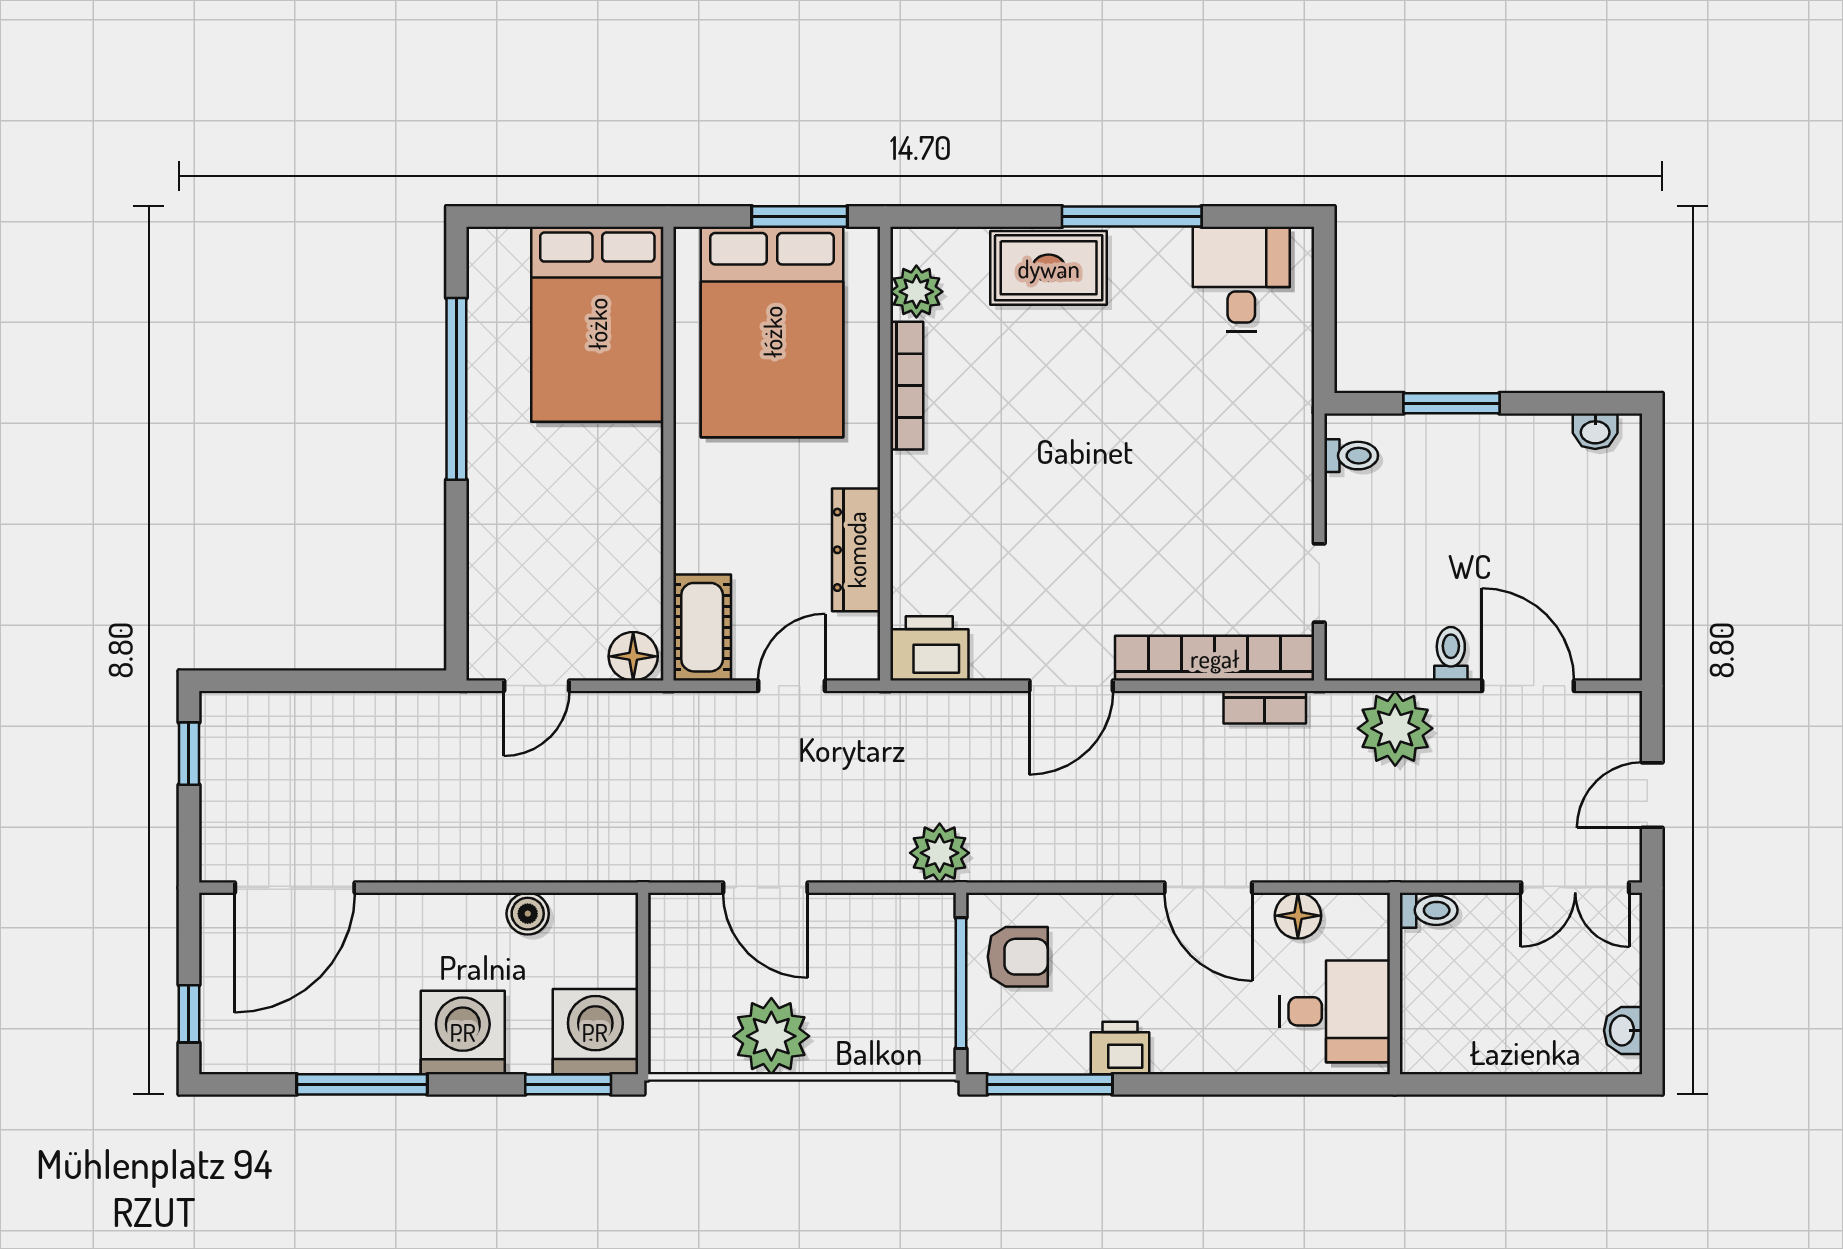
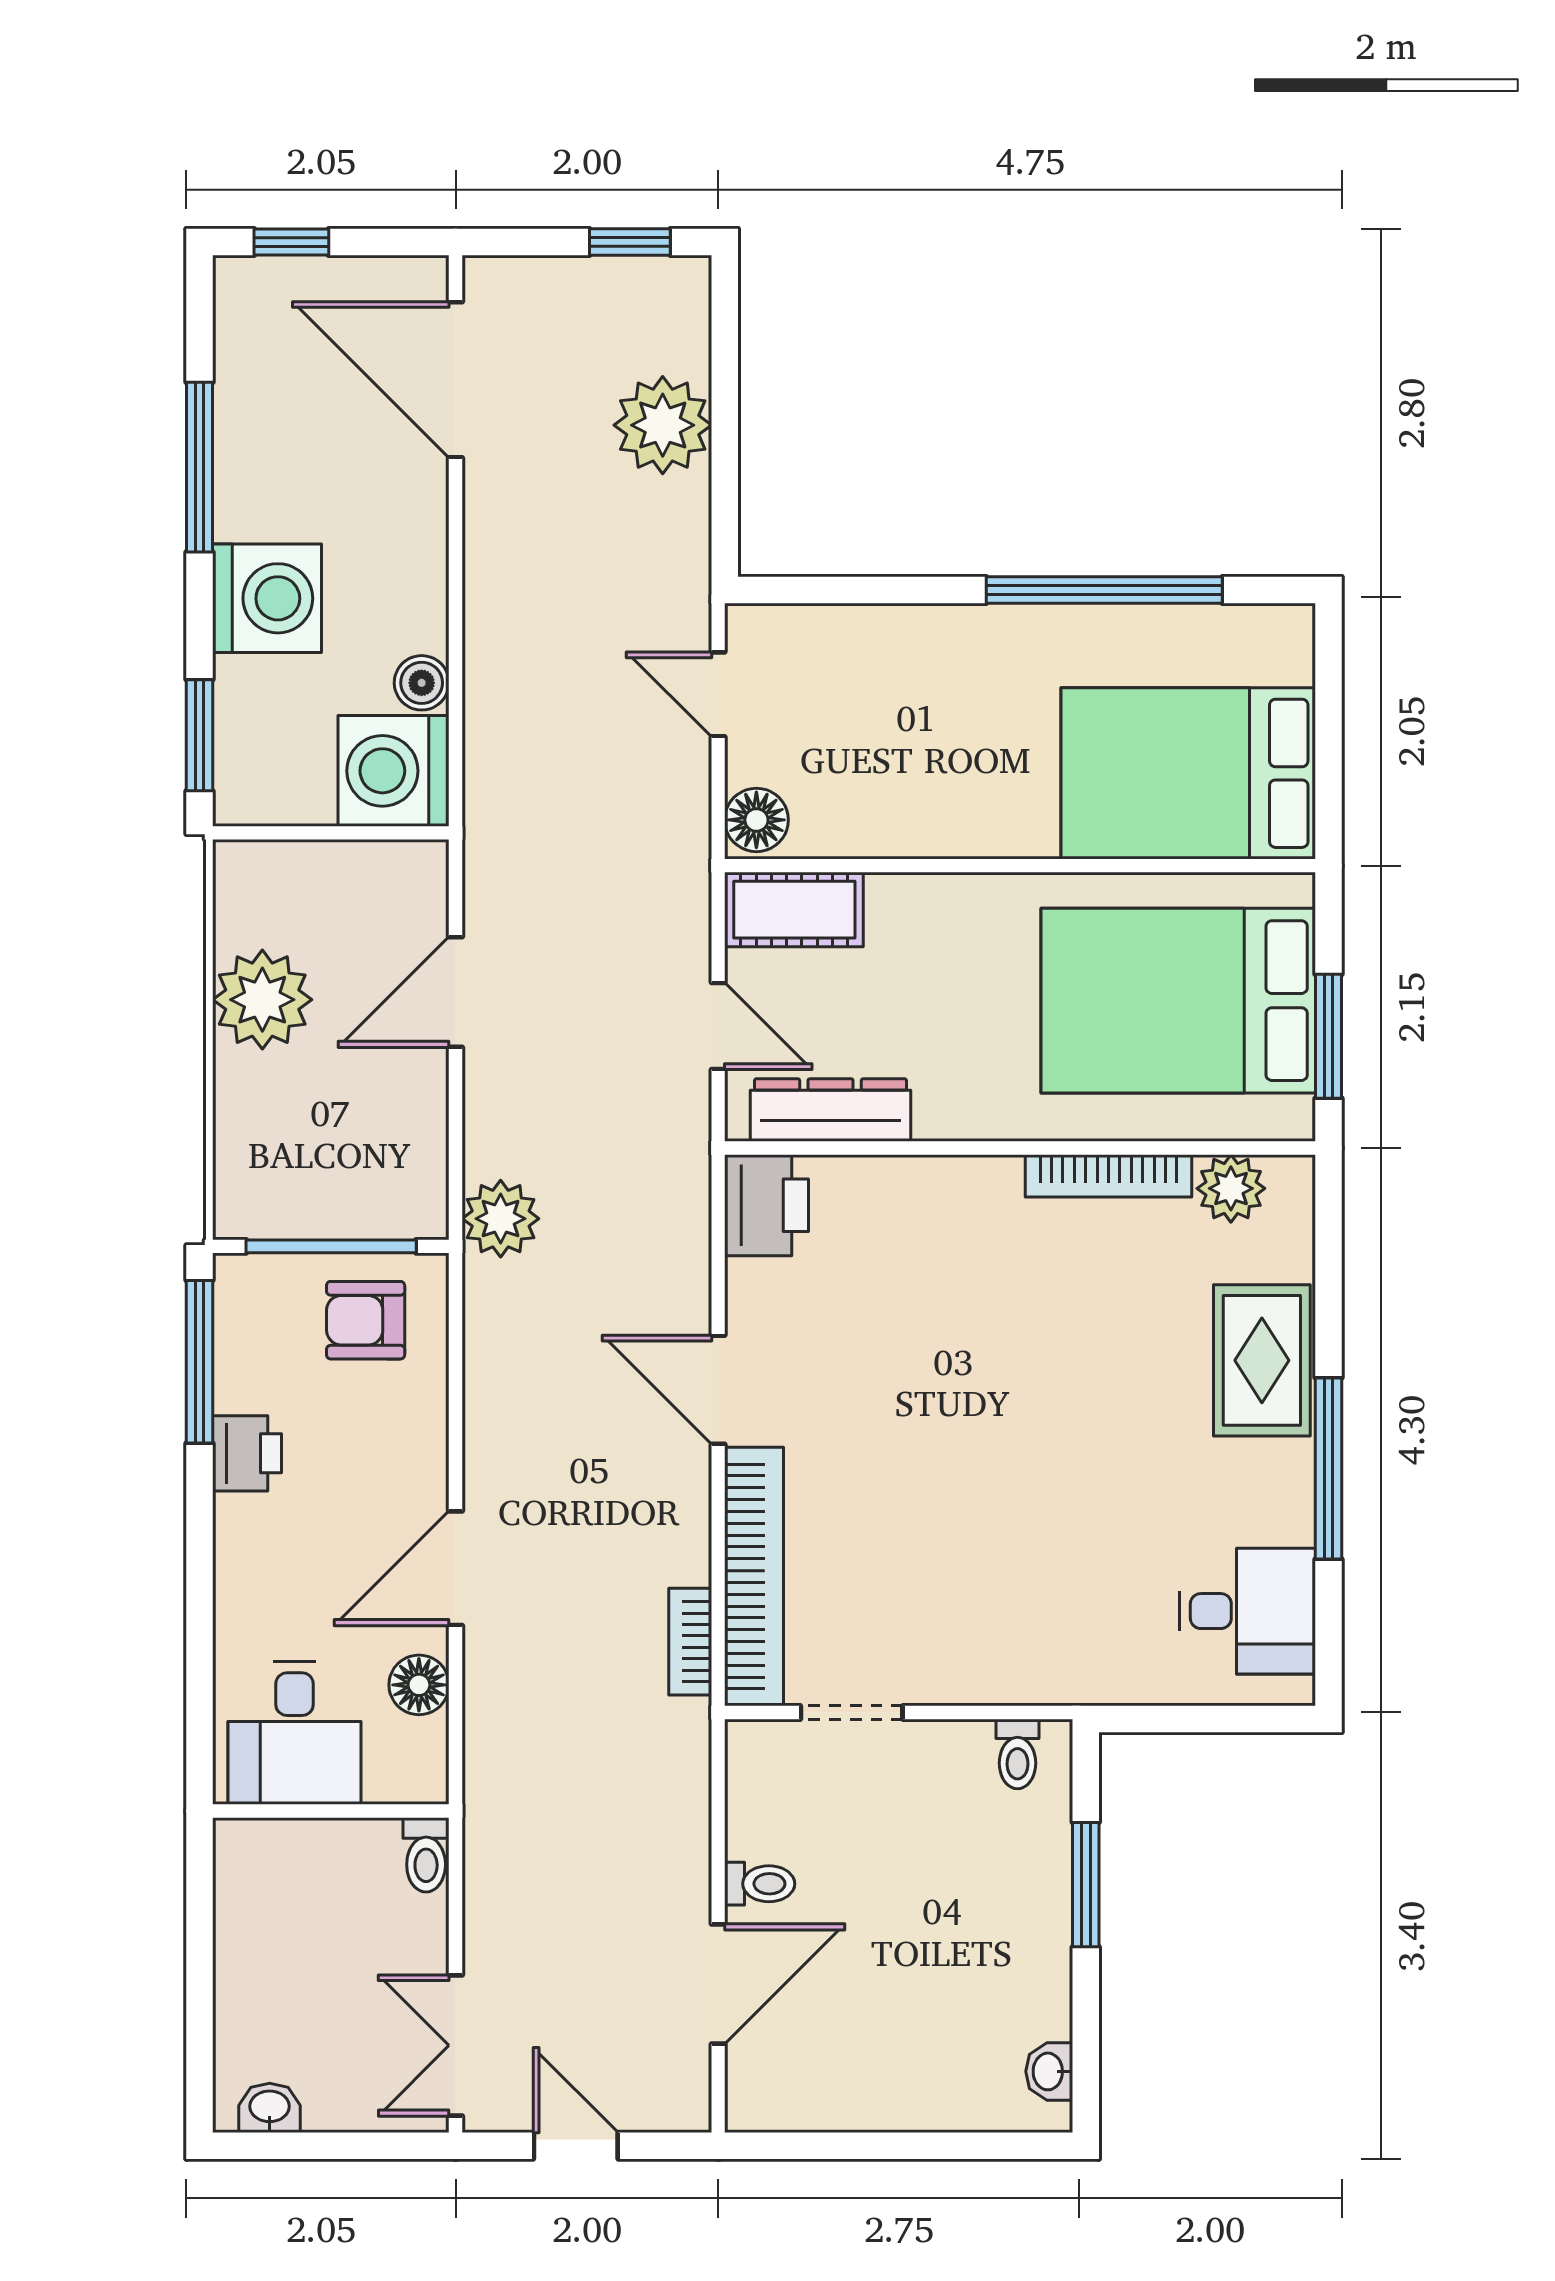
dresser: (856, 550) -> (830, 1110), moved
plant: (1395, 728) -> (663, 425), moved
armchair: (1018, 957) -> (366, 1320), turned 90
washing machine: (595, 1032) -> (393, 771), moved, turned 180

